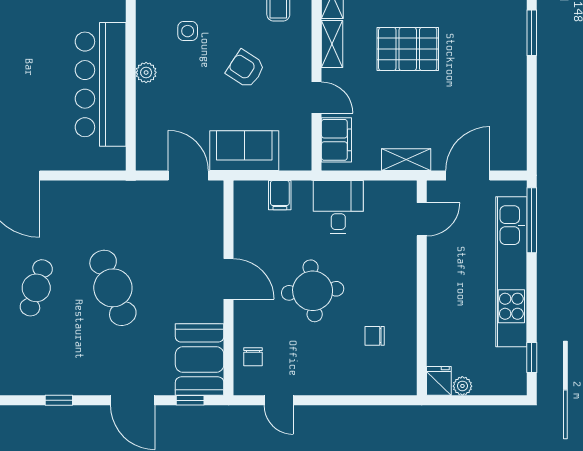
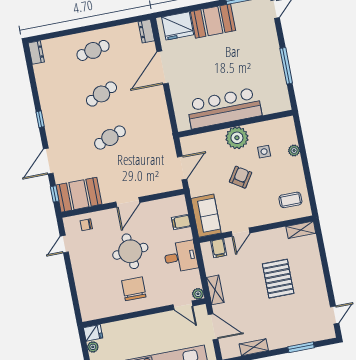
shelving: (332, 44) -> (254, 347), moved
armchair: (246, 69) -> (241, 177), moved
plant: (146, 72) -> (237, 138), width x1.87, depth x1.87
filing cabinet: (336, 140) -> (219, 248), width x0.50
sofa: (244, 151) -> (206, 216), moved
plant: (407, 190) -> (198, 294), added
cafe table: (36, 288) -> (101, 94), turned -42
cafe table: (113, 288) -> (110, 138), width x0.73, depth x0.74
chair: (375, 336) -> (134, 289), moved, width x1.87, depth x1.87

